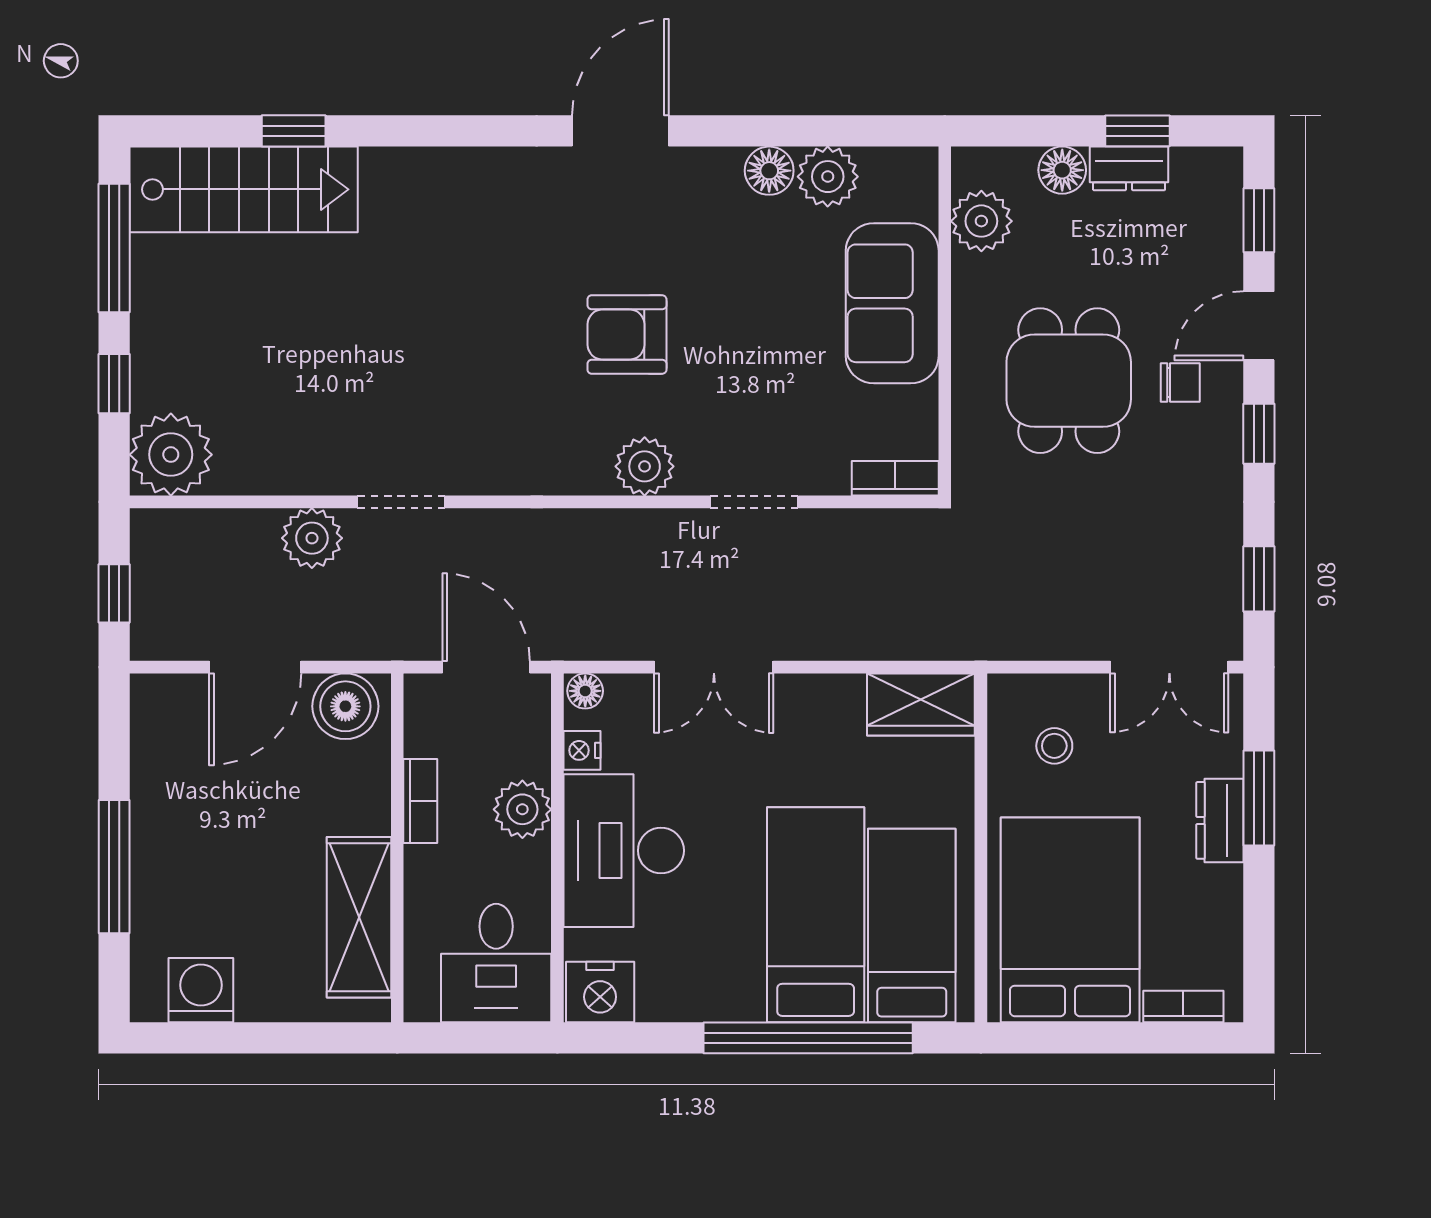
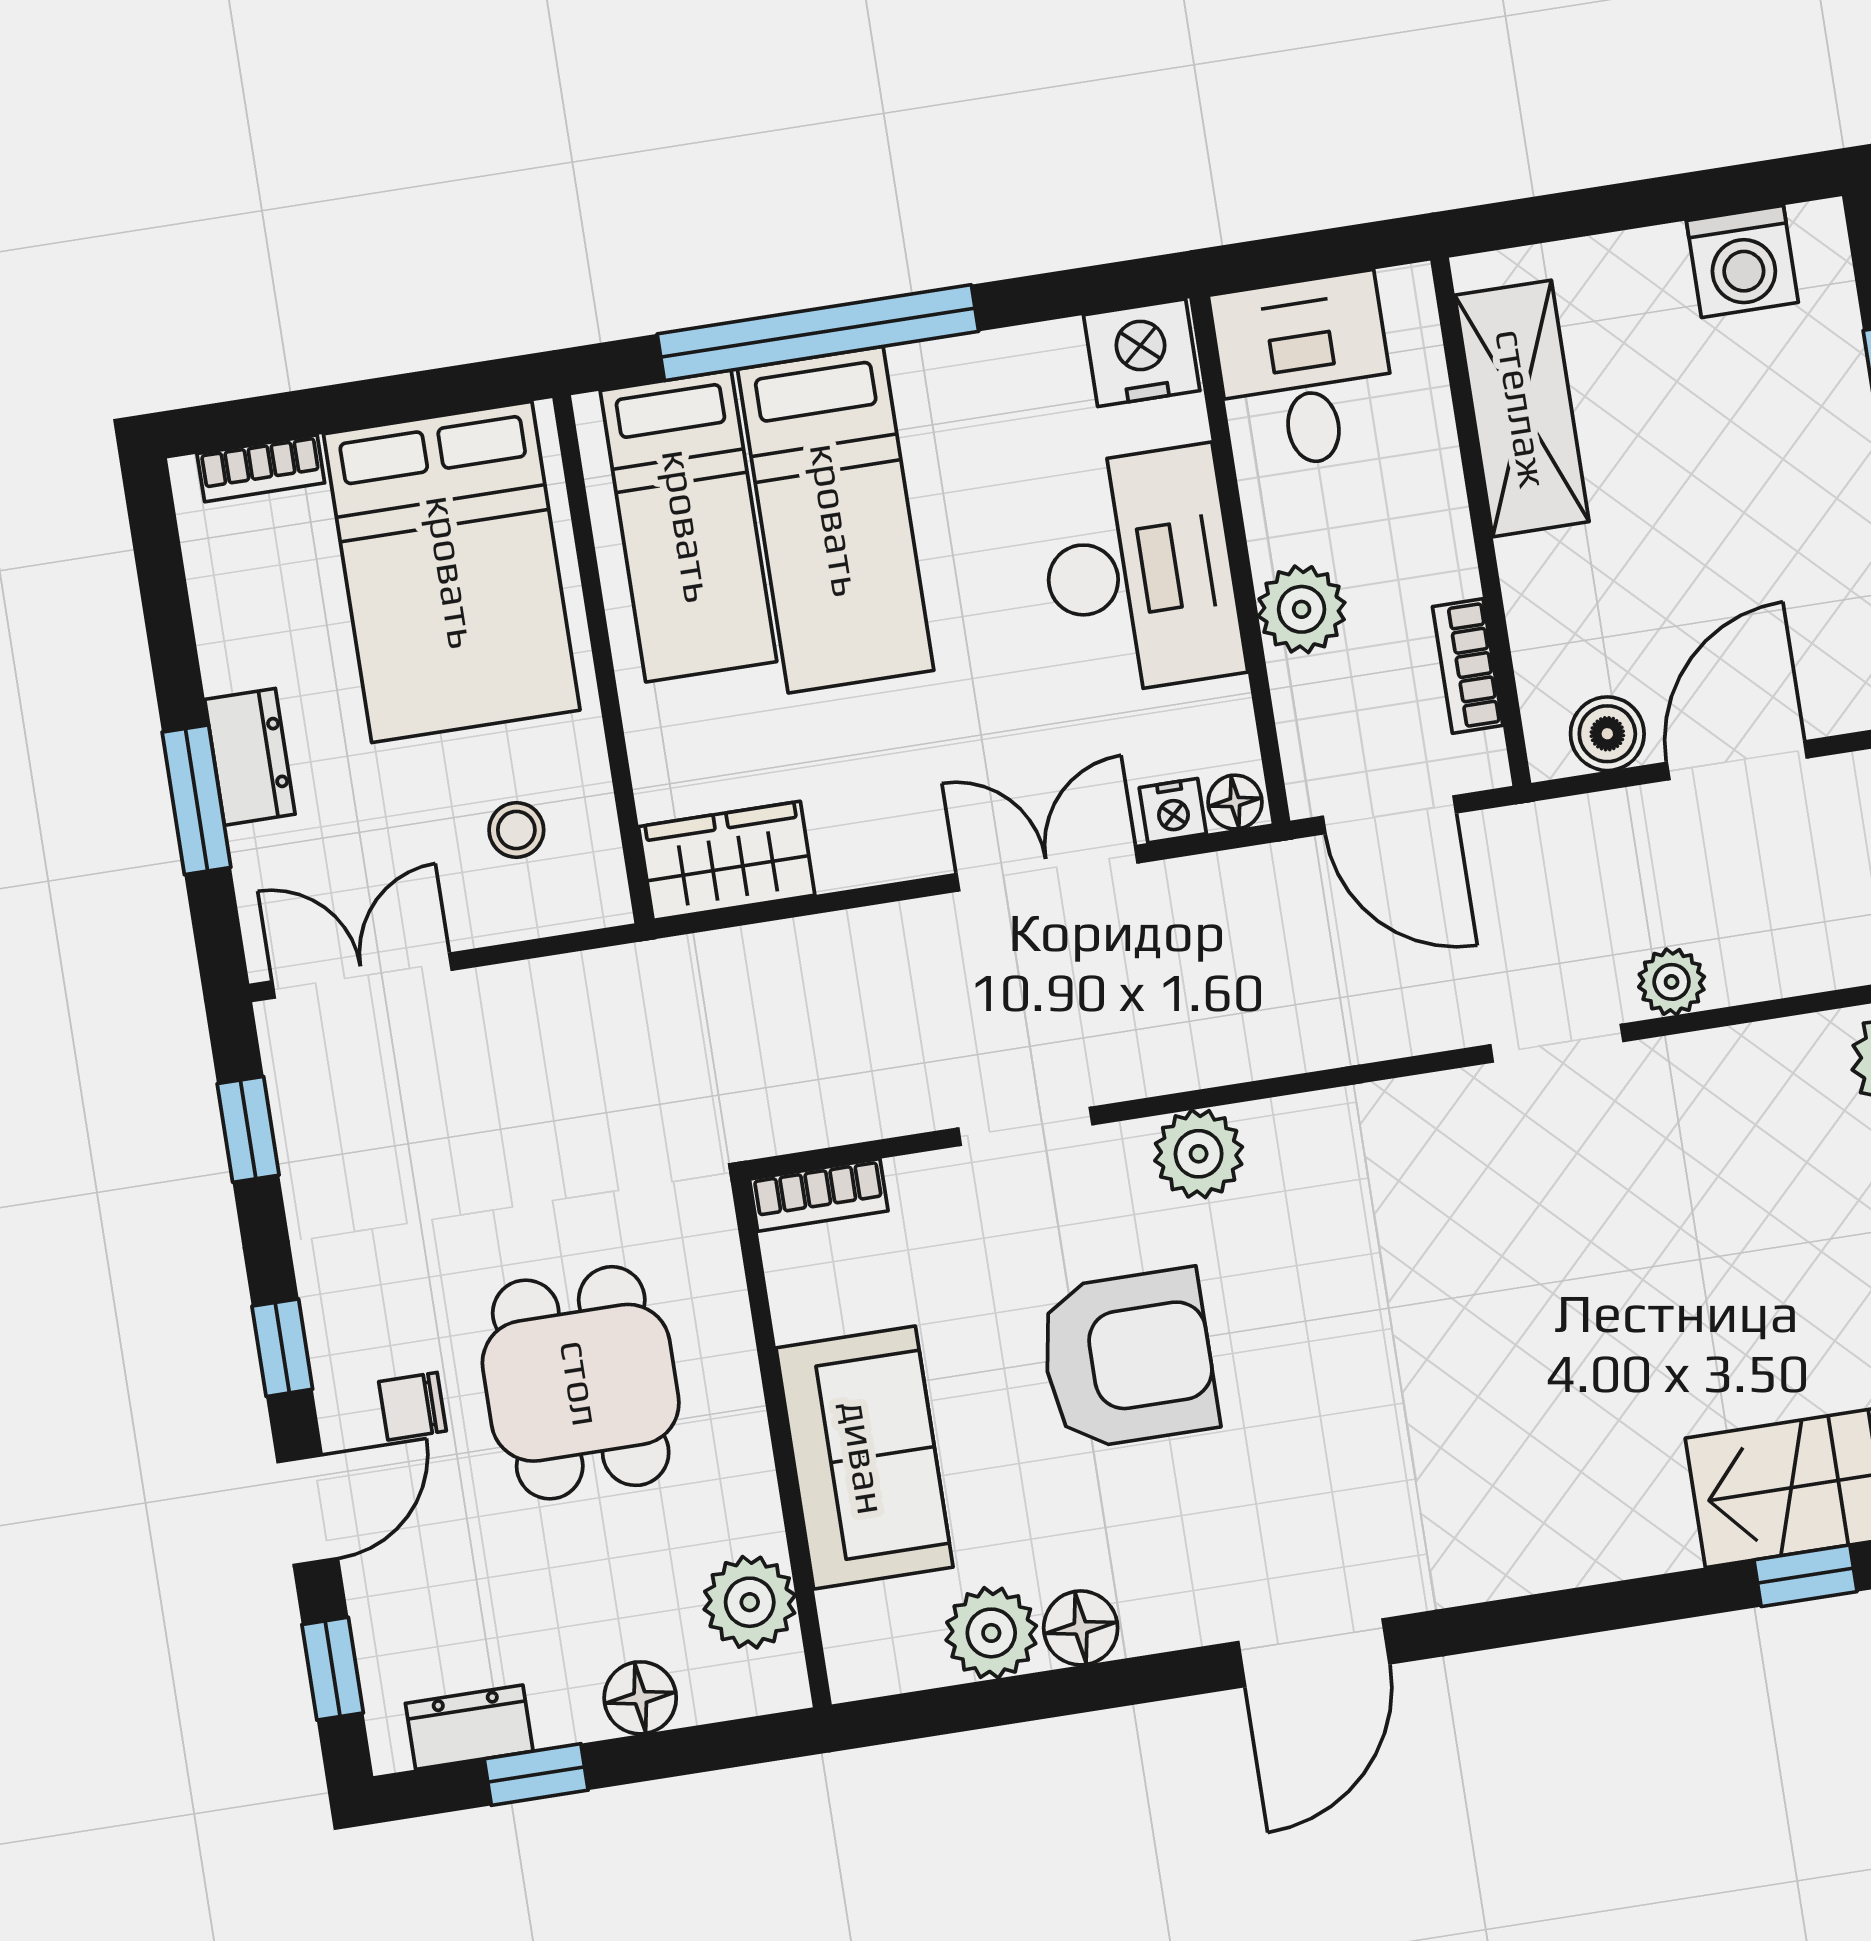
dresser: (1129, 168) -> (469, 1727), moved
armchair: (627, 335) -> (1128, 1359), moved, width x1.36, depth x1.36
plant: (312, 538) -> (1672, 982), width x0.73, depth x0.73
boiler: (345, 706) -> (1607, 734), width x0.73, depth x0.73
nightstand: (582, 750) -> (1173, 811), moved, turned 90
bookcase: (420, 801) -> (1468, 666), moved

